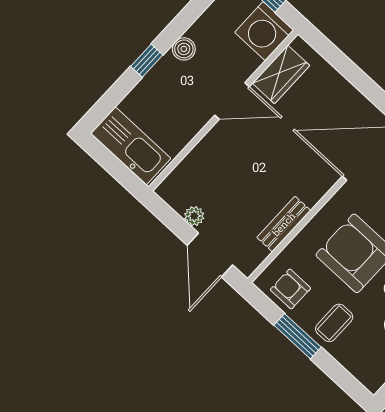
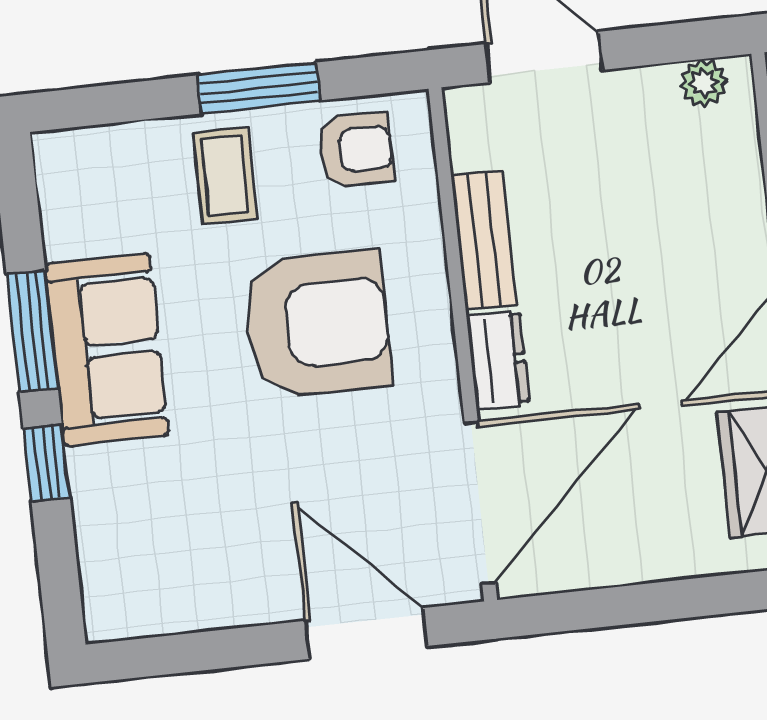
dresser: (318, 187) -> (498, 360), added
plant: (194, 216) -> (703, 83), moved

